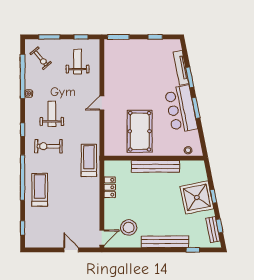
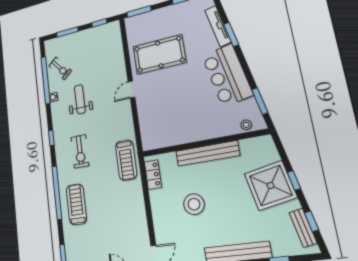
exercise bike: (41, 58) -> (60, 68), moved
weight bench: (78, 62) -> (99, 50), removed
window: (196, 108) -> (260, 101), moved
weight bench: (52, 114) -> (80, 99), moved
pool table: (140, 131) -> (159, 54), moved, turned 90
exercise bike: (48, 146) -> (80, 151), turned -90
treadmill: (89, 160) -> (126, 160), turned 180
locker: (110, 187) -> (153, 175), moved
stool: (129, 227) -> (194, 204), moved

